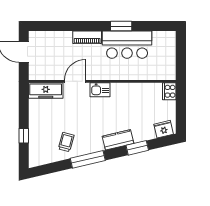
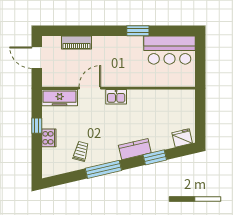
piano: (87, 37) -> (77, 42), moved
bar counter: (127, 45) -> (169, 50), moved
cooker: (169, 91) -> (49, 138), moved, turned 180
window: (24, 136) -> (37, 126), moved

